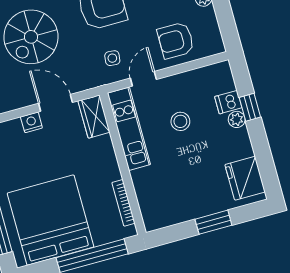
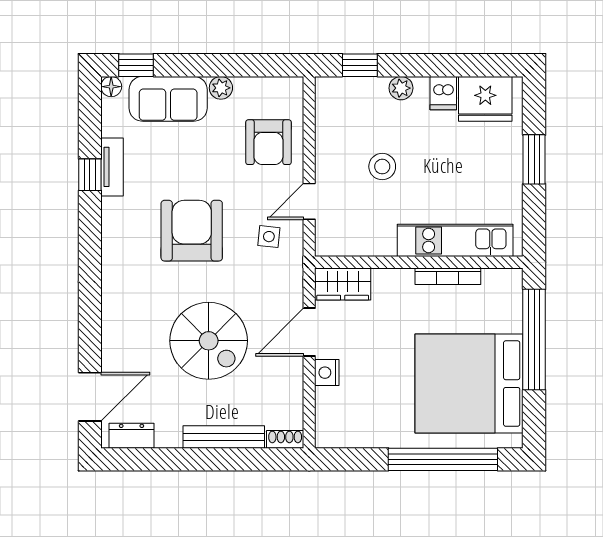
door: (143, 79) -> (309, 201), hinge flipped
dishwasher: (228, 102) -> (443, 93), moved
window: (250, 107) -> (360, 65), moved
kitchen unit: (129, 129) -> (455, 240), moved
bookcase: (123, 203) -> (448, 276), moved

